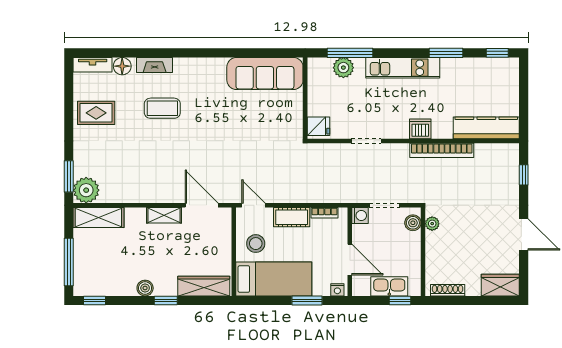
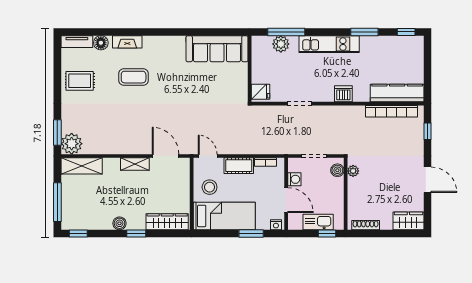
bookcase: (442, 150) -> (391, 111), moved
washing machine: (360, 215) -> (294, 179), moved

